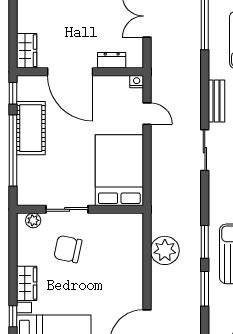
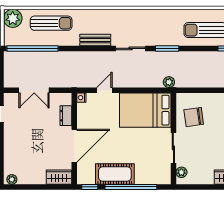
window: (205, 242) -> (167, 48), moved
chair: (68, 249) -> (194, 117), moved, turned 70
plant: (165, 250) -> (169, 82), moved, width x0.53, depth x0.53

